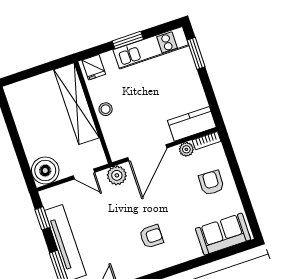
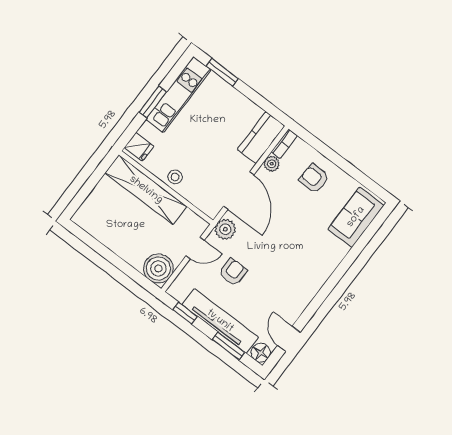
armchair: (151, 236) -> (233, 272), moved

